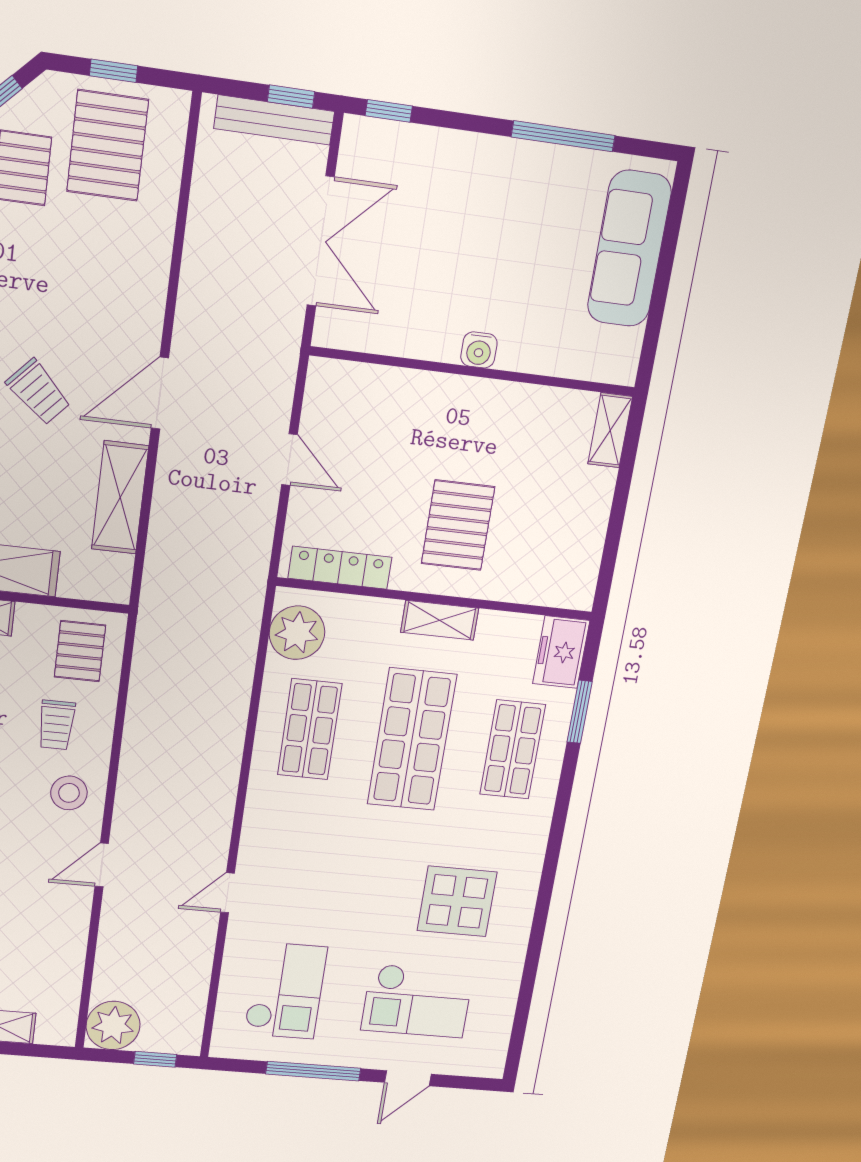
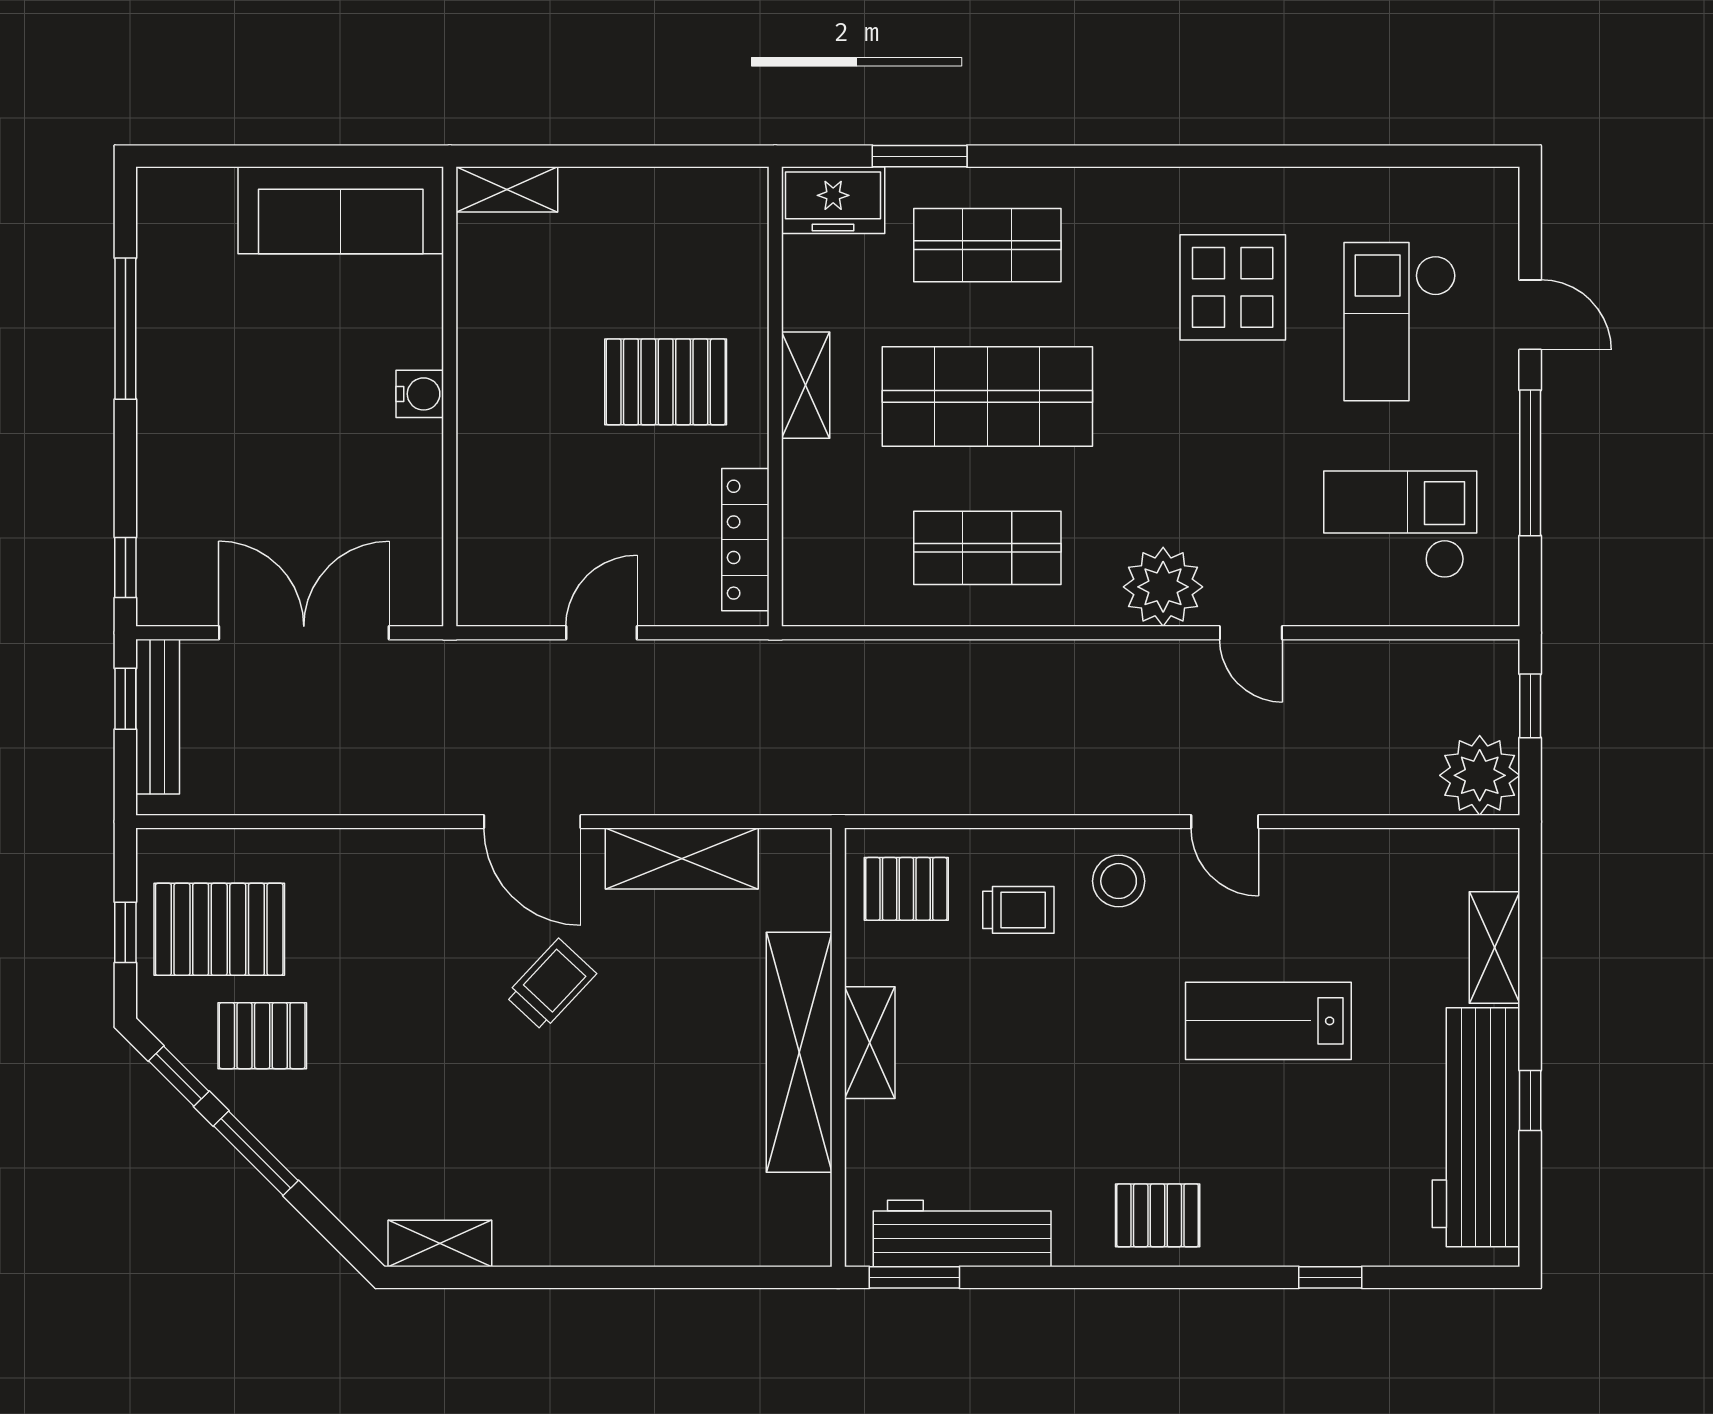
sofa: (629, 249) -> (341, 210), moved
plant: (297, 633) -> (1163, 587), moved
checkout: (417, 1001) -> (1400, 322), turned 180

